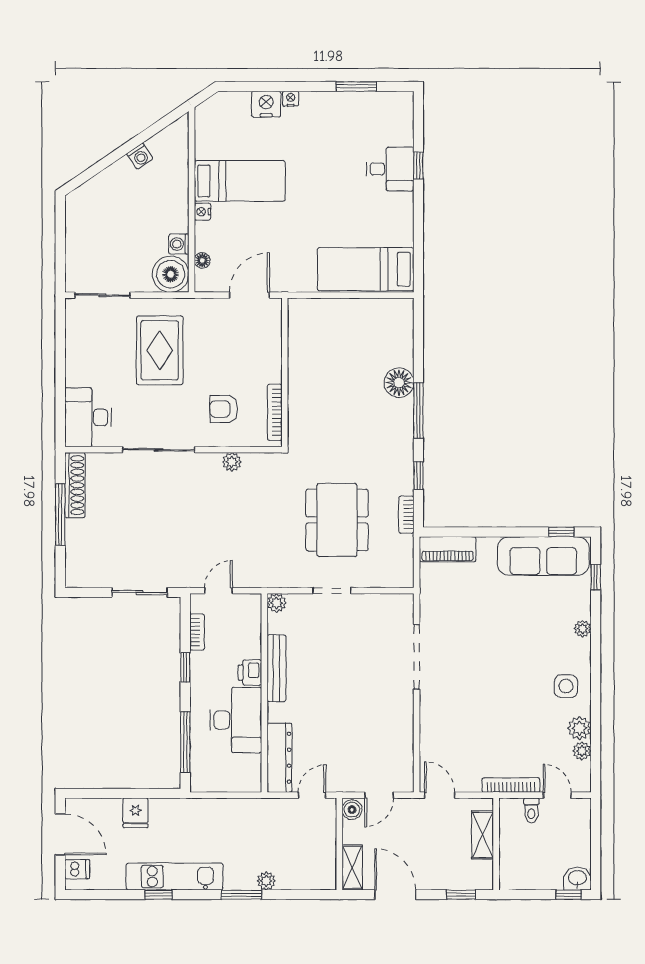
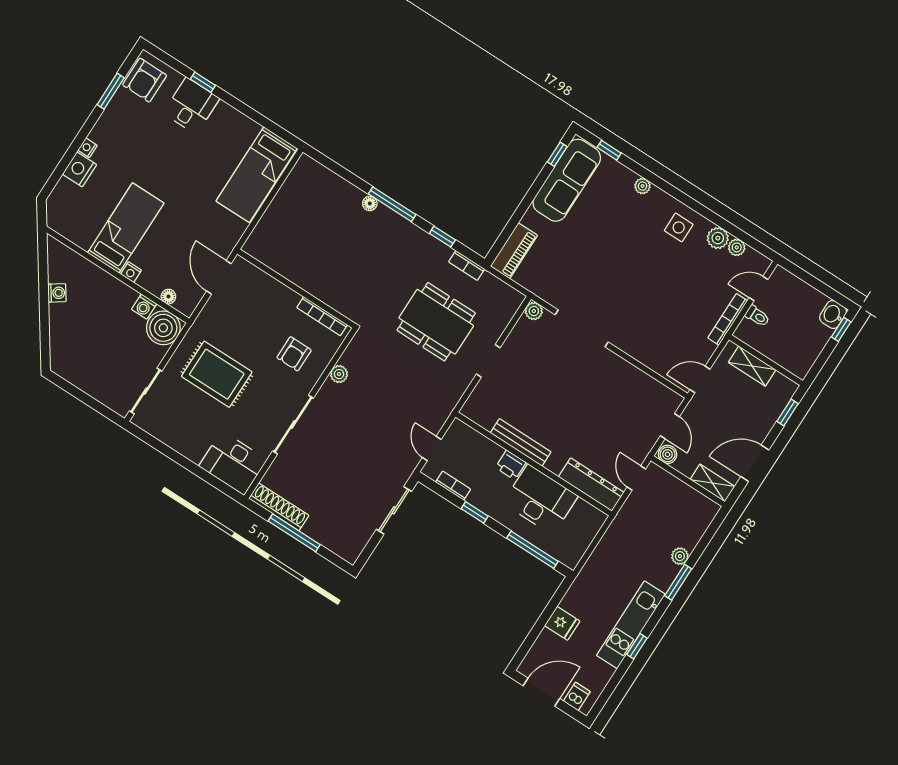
armchair: (386, 111) -> (145, 80), added
floor lamp: (399, 383) -> (370, 203), width x0.53, depth x0.53
plant: (277, 603) -> (534, 311), moved

